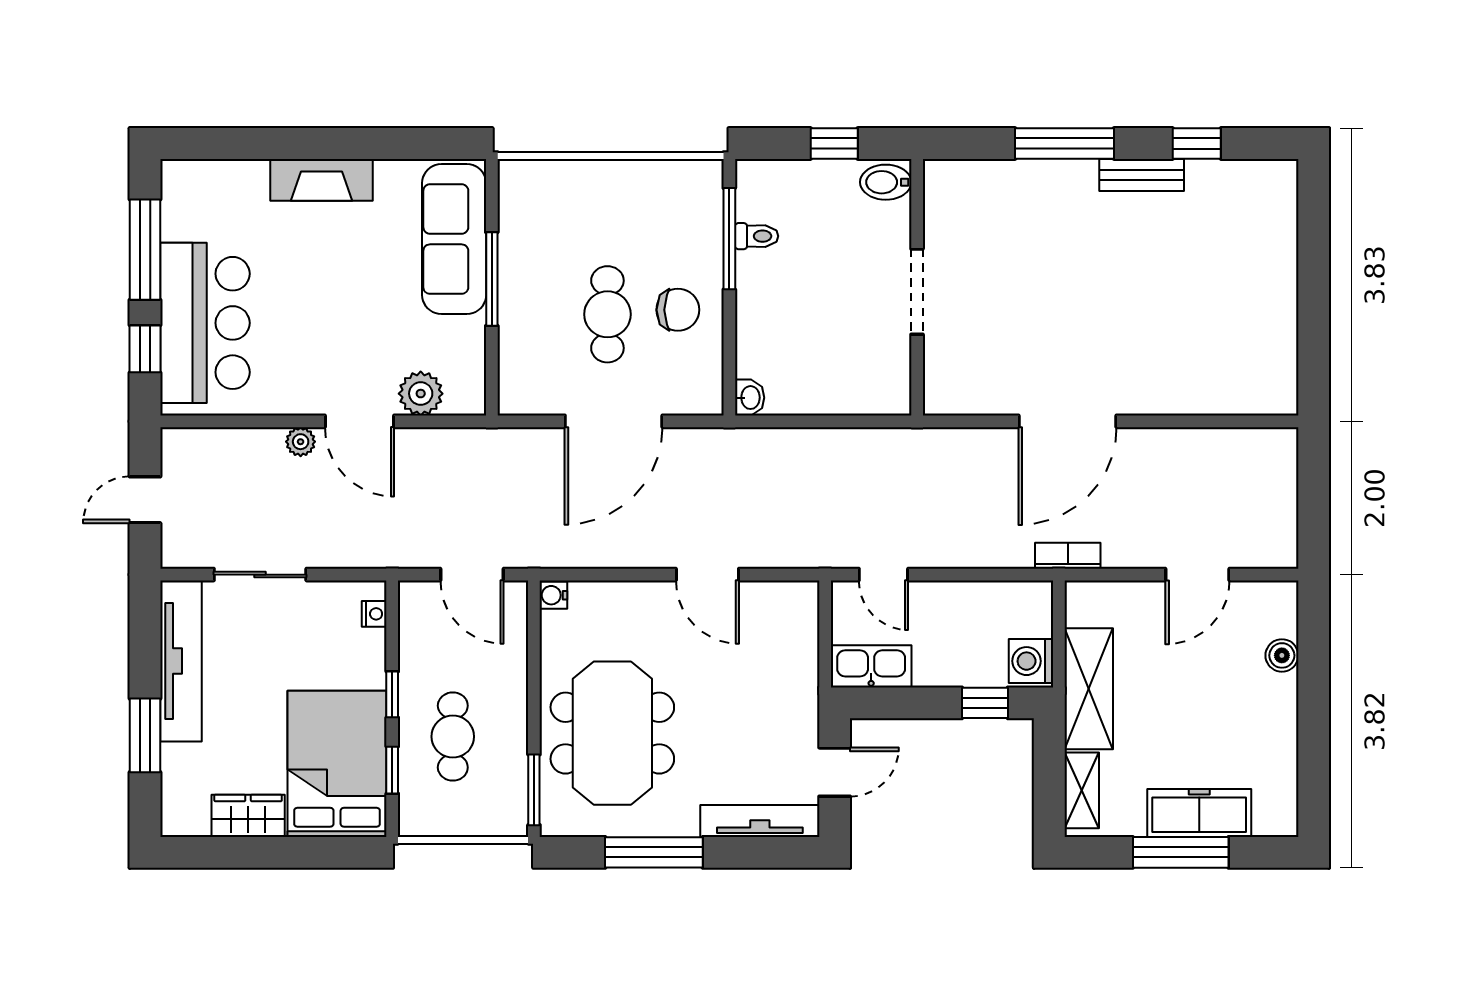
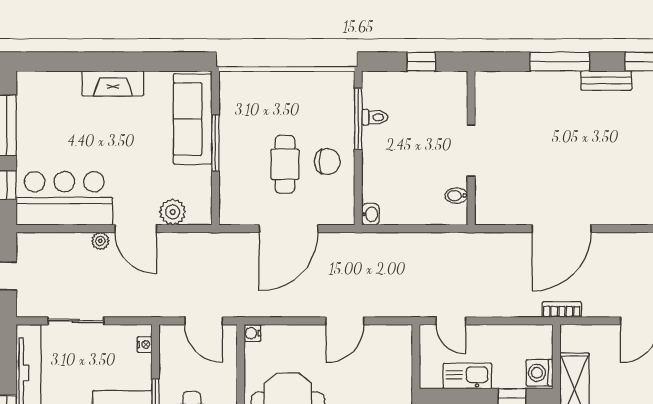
bidet: (886, 182) -> (456, 196), moved, width x0.72, depth x0.74
bar counter: (205, 323) -> (64, 198), moved, turned -90
door: (707, 575) -> (345, 321), hinge flipped
kitchen sink: (871, 666) -> (467, 376), moved

